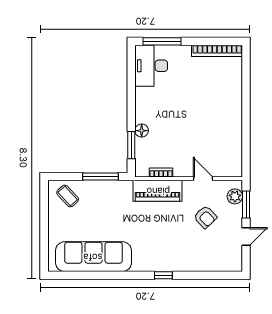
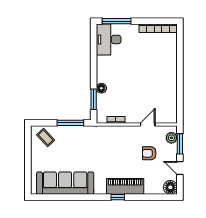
door: (203, 179) -> (148, 124), hinge flipped
piano: (158, 191) -> (125, 186), moved, turned 180
armchair: (205, 217) -> (149, 153), turned 133
door: (246, 236) -> (180, 168), swing flipped
floor lamp: (233, 262) -> (170, 187), added

